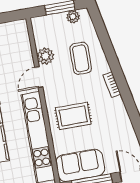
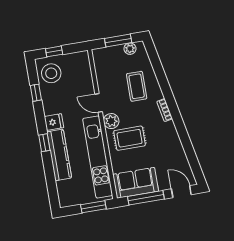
plant: (45, 56) -> (111, 121), moved
door: (39, 77) -> (99, 103), hinge flipped

